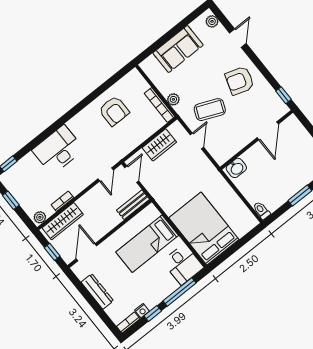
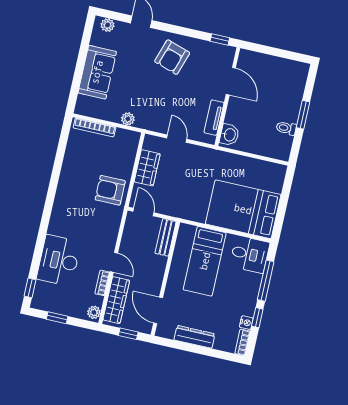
bookcase: (160, 105) -> (94, 127), moved
coffee table: (210, 110) -> (166, 103), removed
armchair: (114, 111) -> (110, 190), moved, turned 180
tv unit: (235, 147) -> (214, 118), added
desk: (58, 150) -> (59, 260), moved
door: (106, 174) -> (114, 262), moved
toilet: (262, 211) -> (286, 128), moved

